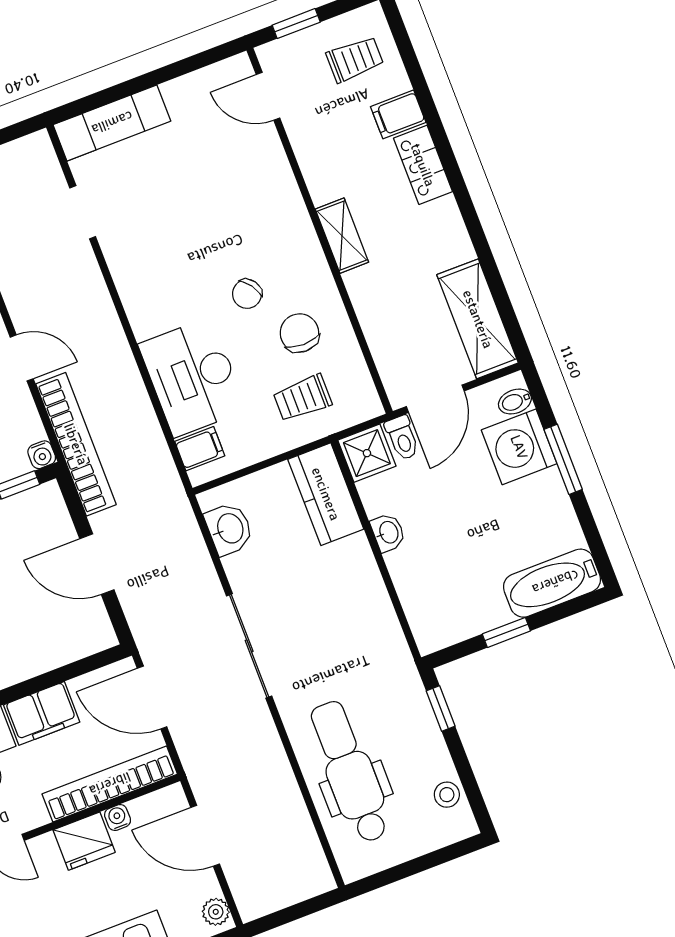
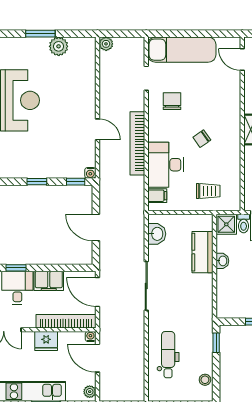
exam couch: (112, 123) -> (182, 50), width x1.36, depth x1.45
chair: (300, 333) -> (172, 101), moved
trolley: (302, 398) -> (208, 191), turned 180
bookcase: (76, 444) -> (137, 143), moved, turned 180
kitchen counter: (326, 494) -> (203, 252), moved
dental chair: (350, 772) -> (168, 355), width x0.73, depth x0.72
water cooler: (118, 818) -> (90, 337), moved

